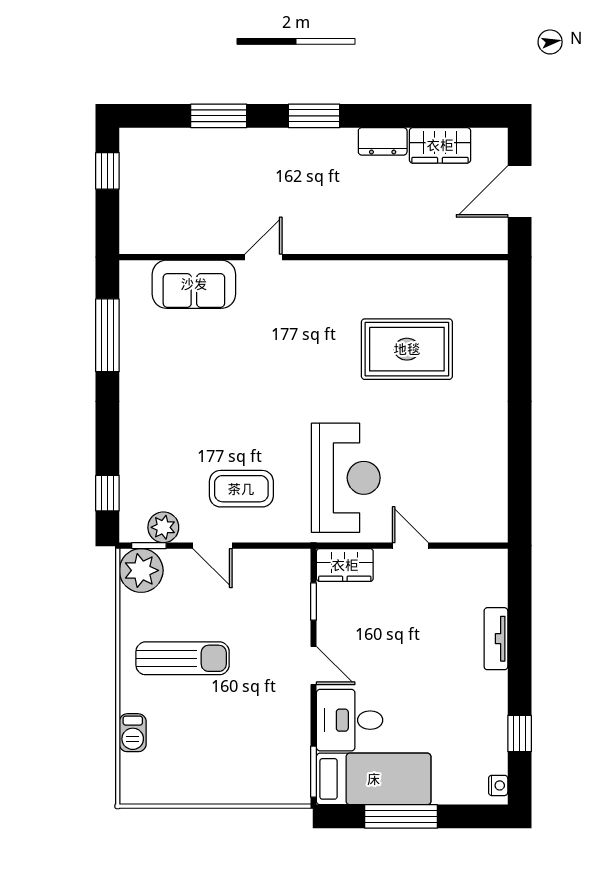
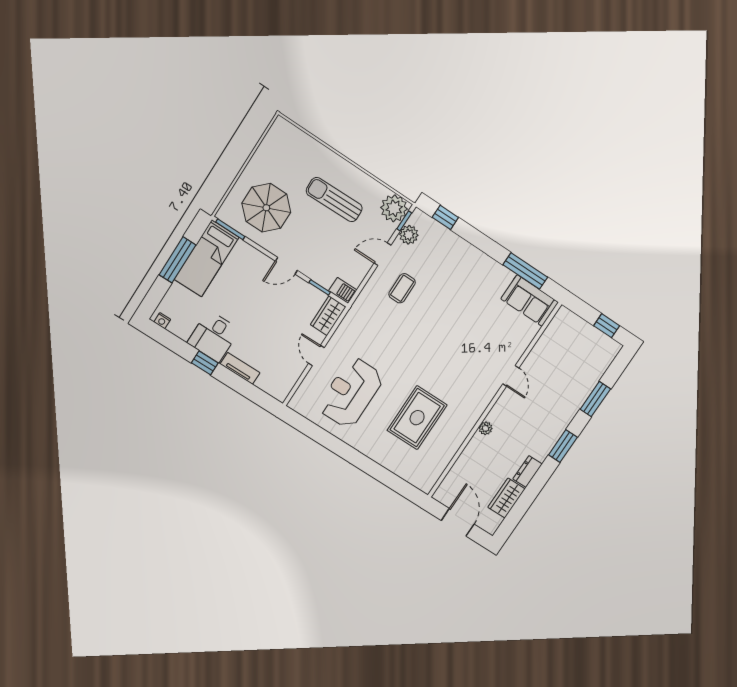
plant: (360, 243) -> (486, 428), added
sofa: (194, 284) -> (530, 301), moved, turned -90
reception desk: (346, 478) -> (351, 393), moved, turned 90
coffee table: (241, 489) -> (402, 288), width x0.73, depth x0.77
door: (410, 546) -> (316, 356), swing flipped
sun lounger: (183, 658) -> (334, 200), turned 89
desk: (350, 720) -> (214, 336), moved, turned 180
barbecue: (133, 733) -> (343, 290), moved, turned 180
window: (520, 733) -> (205, 363), moved
parasol: (253, 742) -> (266, 208), added

